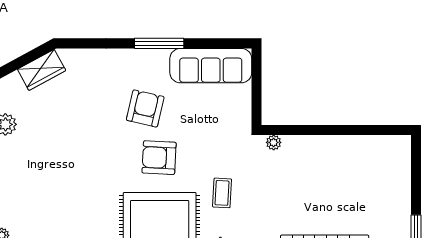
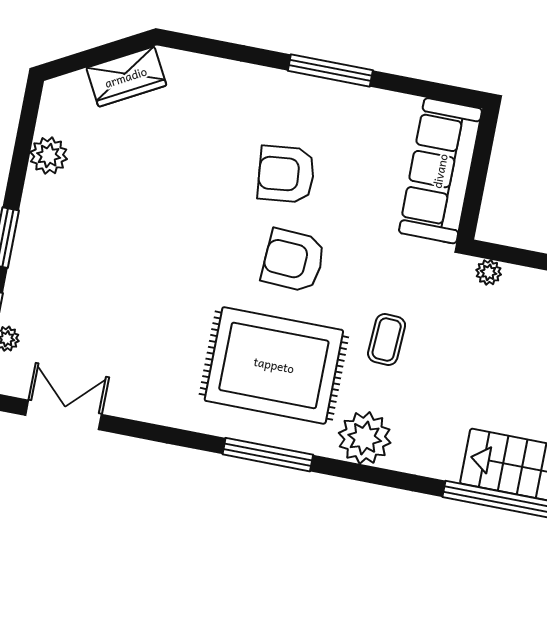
sofa: (211, 66) -> (440, 171), moved, turned 90
armchair: (145, 108) -> (286, 174), turned -109

